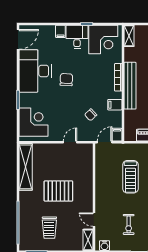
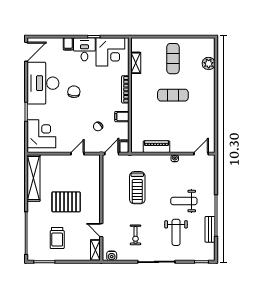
shelving: (129, 36) -> (136, 63), moved
bench: (130, 86) -> (137, 98), removed

